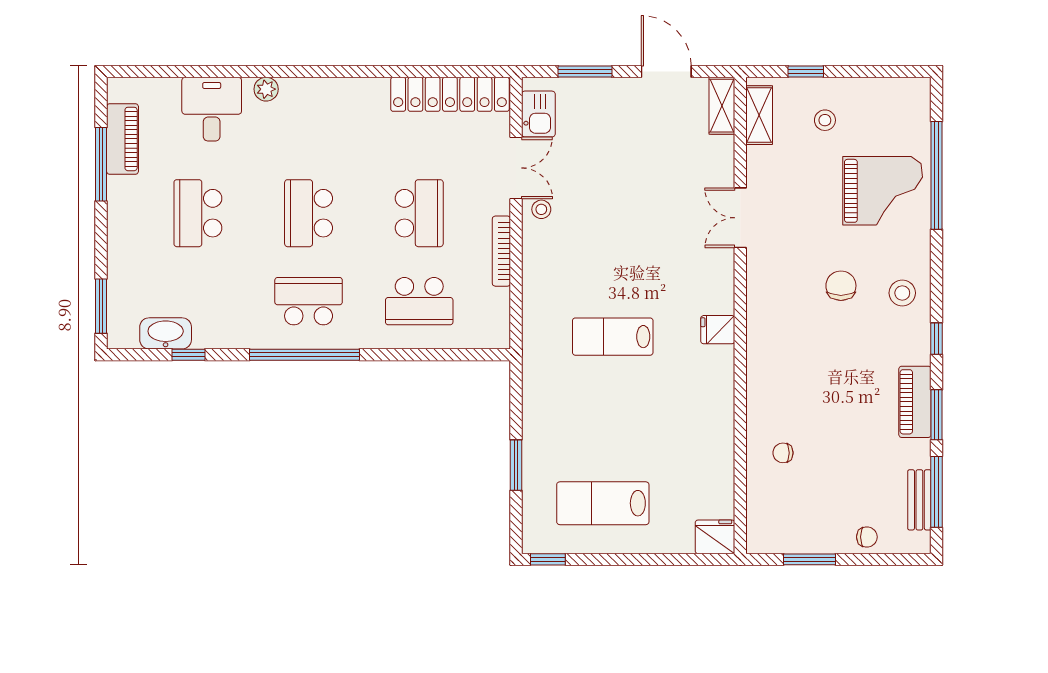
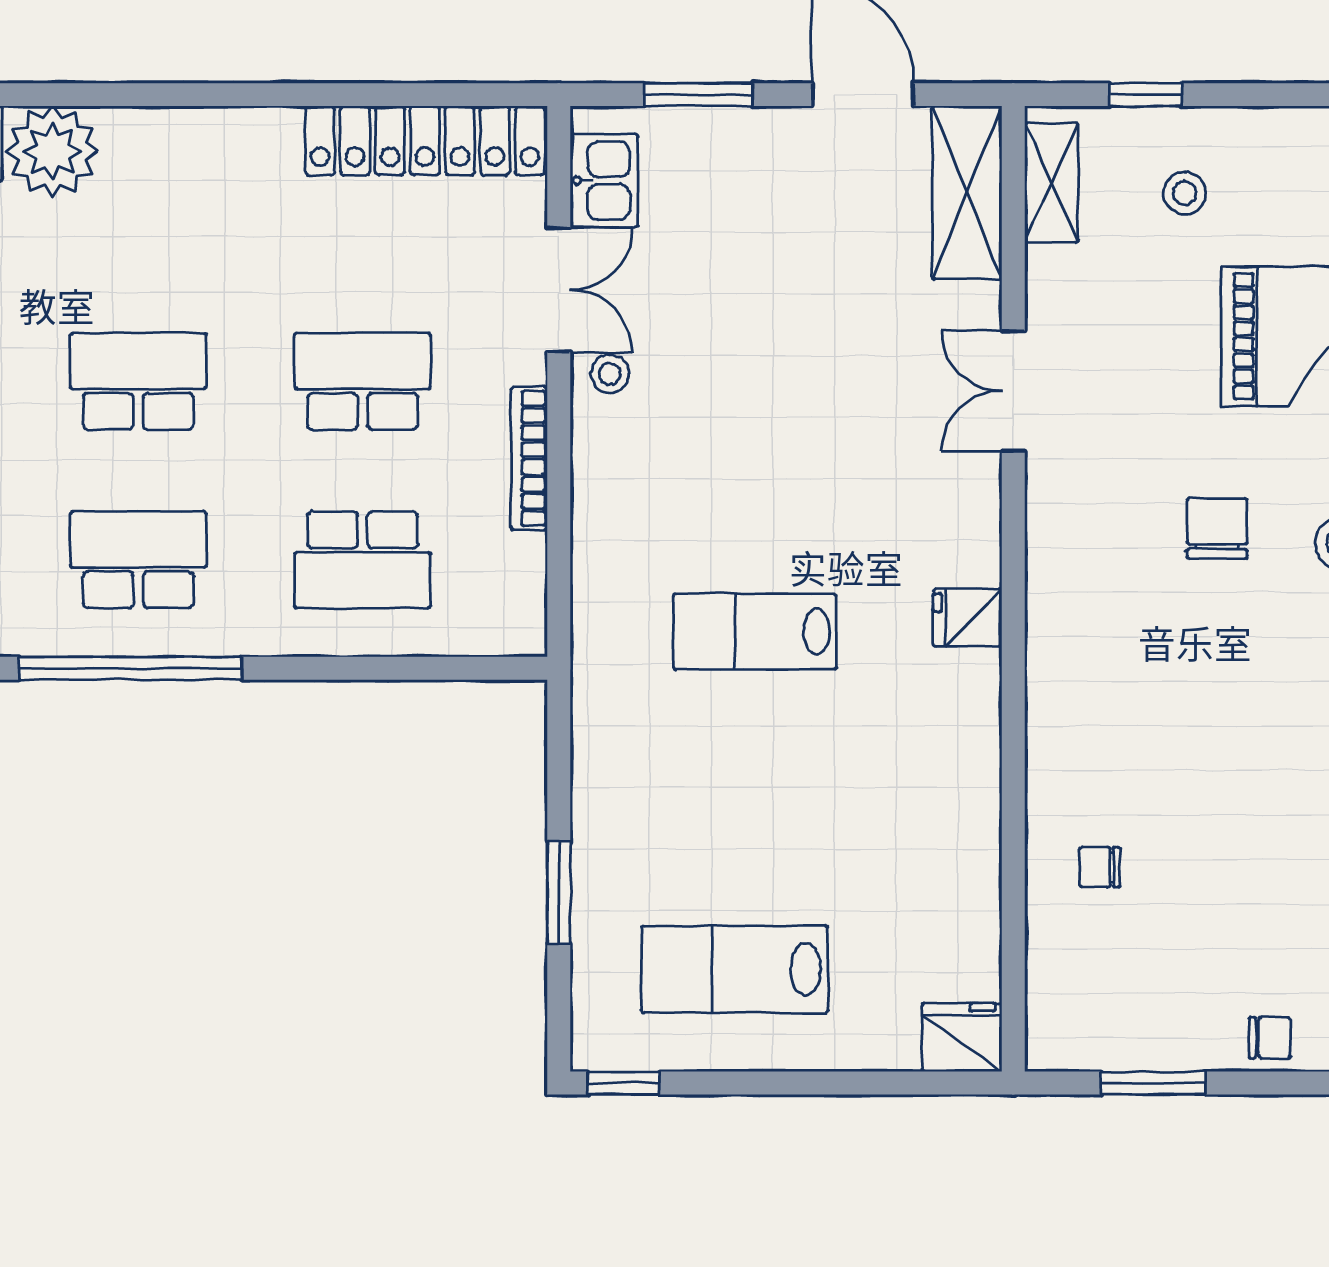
plant: (266, 89) -> (52, 152), width x1.88, depth x1.88
shelving: (722, 106) -> (967, 193), width x1.50, depth x1.33
school desk: (309, 213) -> (138, 381), turned 90
school desk: (419, 213) -> (363, 381), turned -90

